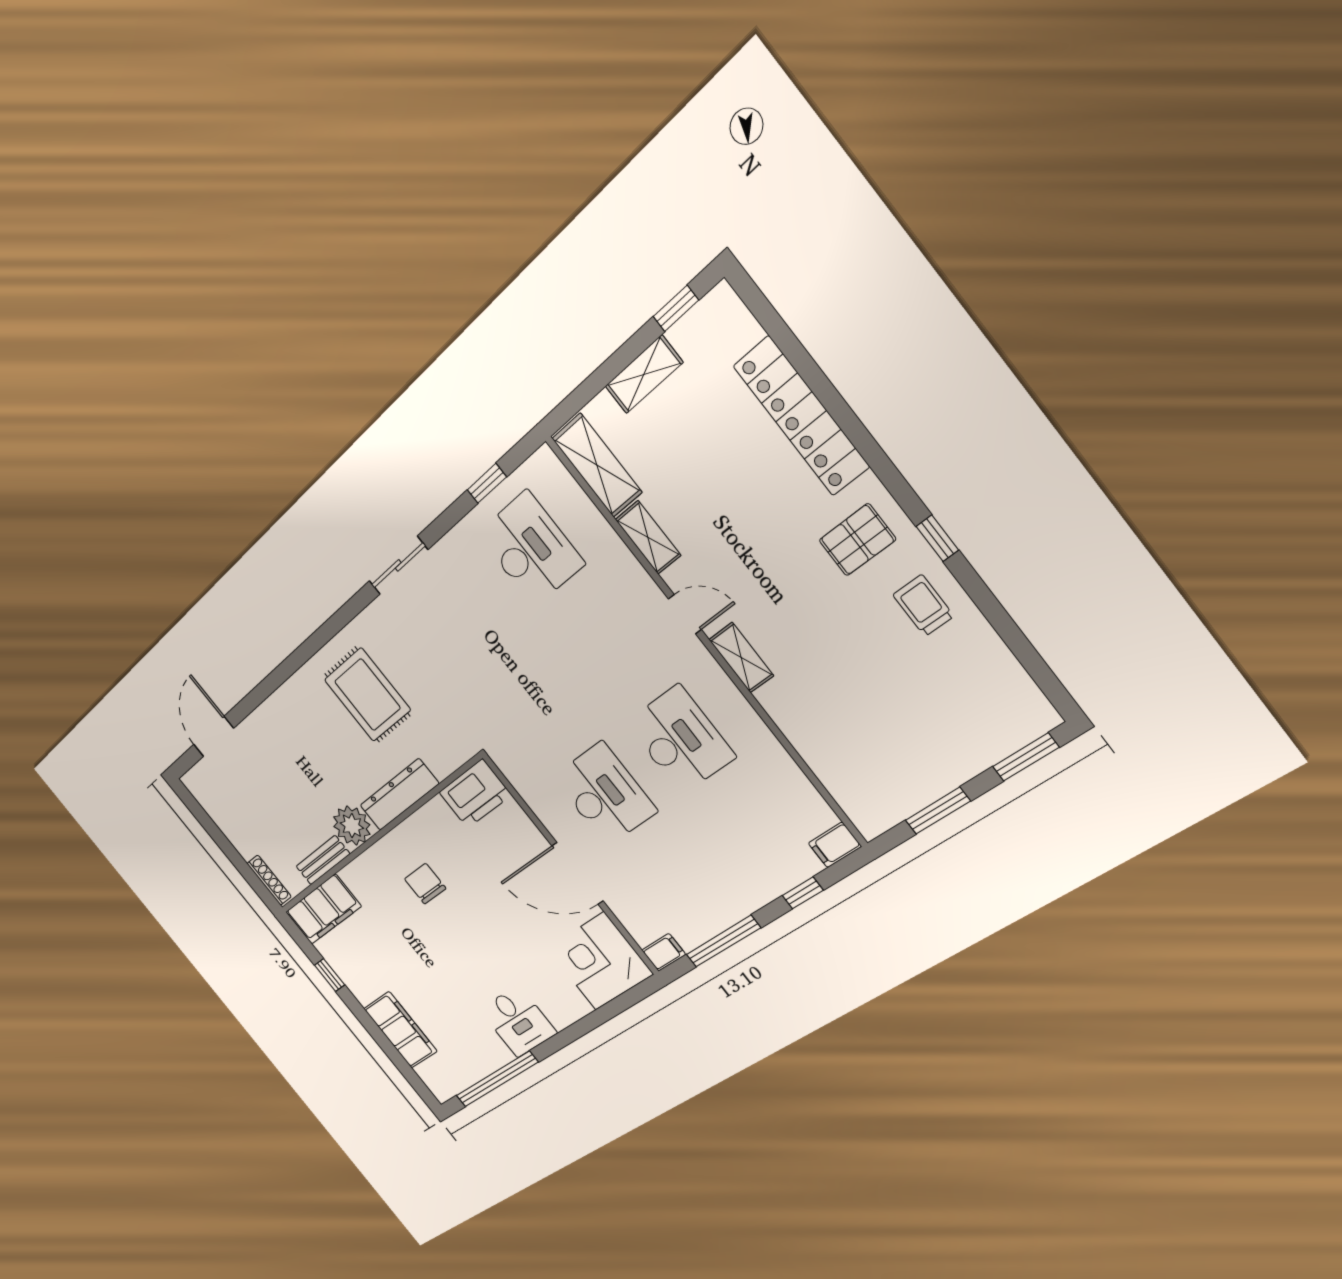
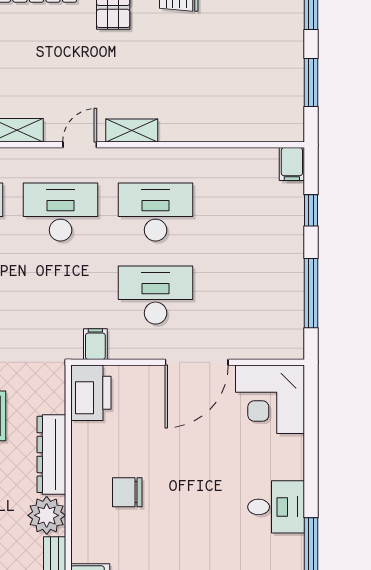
desk: (606, 645) -> (61, 212), added
filing cabinet: (664, 952) -> (95, 344), moved

